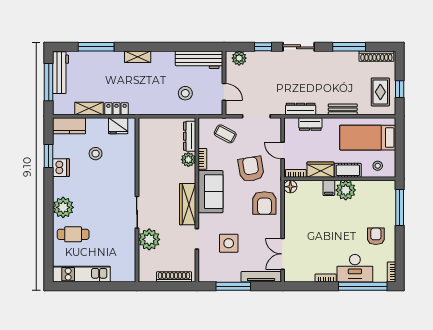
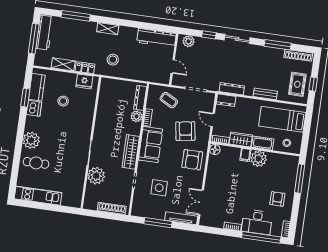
stool: (185, 93) -> (113, 60), moved
dresser: (310, 124) -> (226, 100), moved
kitchen counter: (69, 126) -> (37, 87), moved, turned -90

